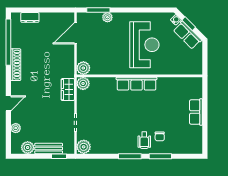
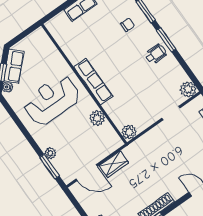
plant: (83, 68) -> (97, 118), moved
wardrobe: (68, 90) -> (114, 164), moved
wheelchair: (144, 140) -> (156, 54), moved

